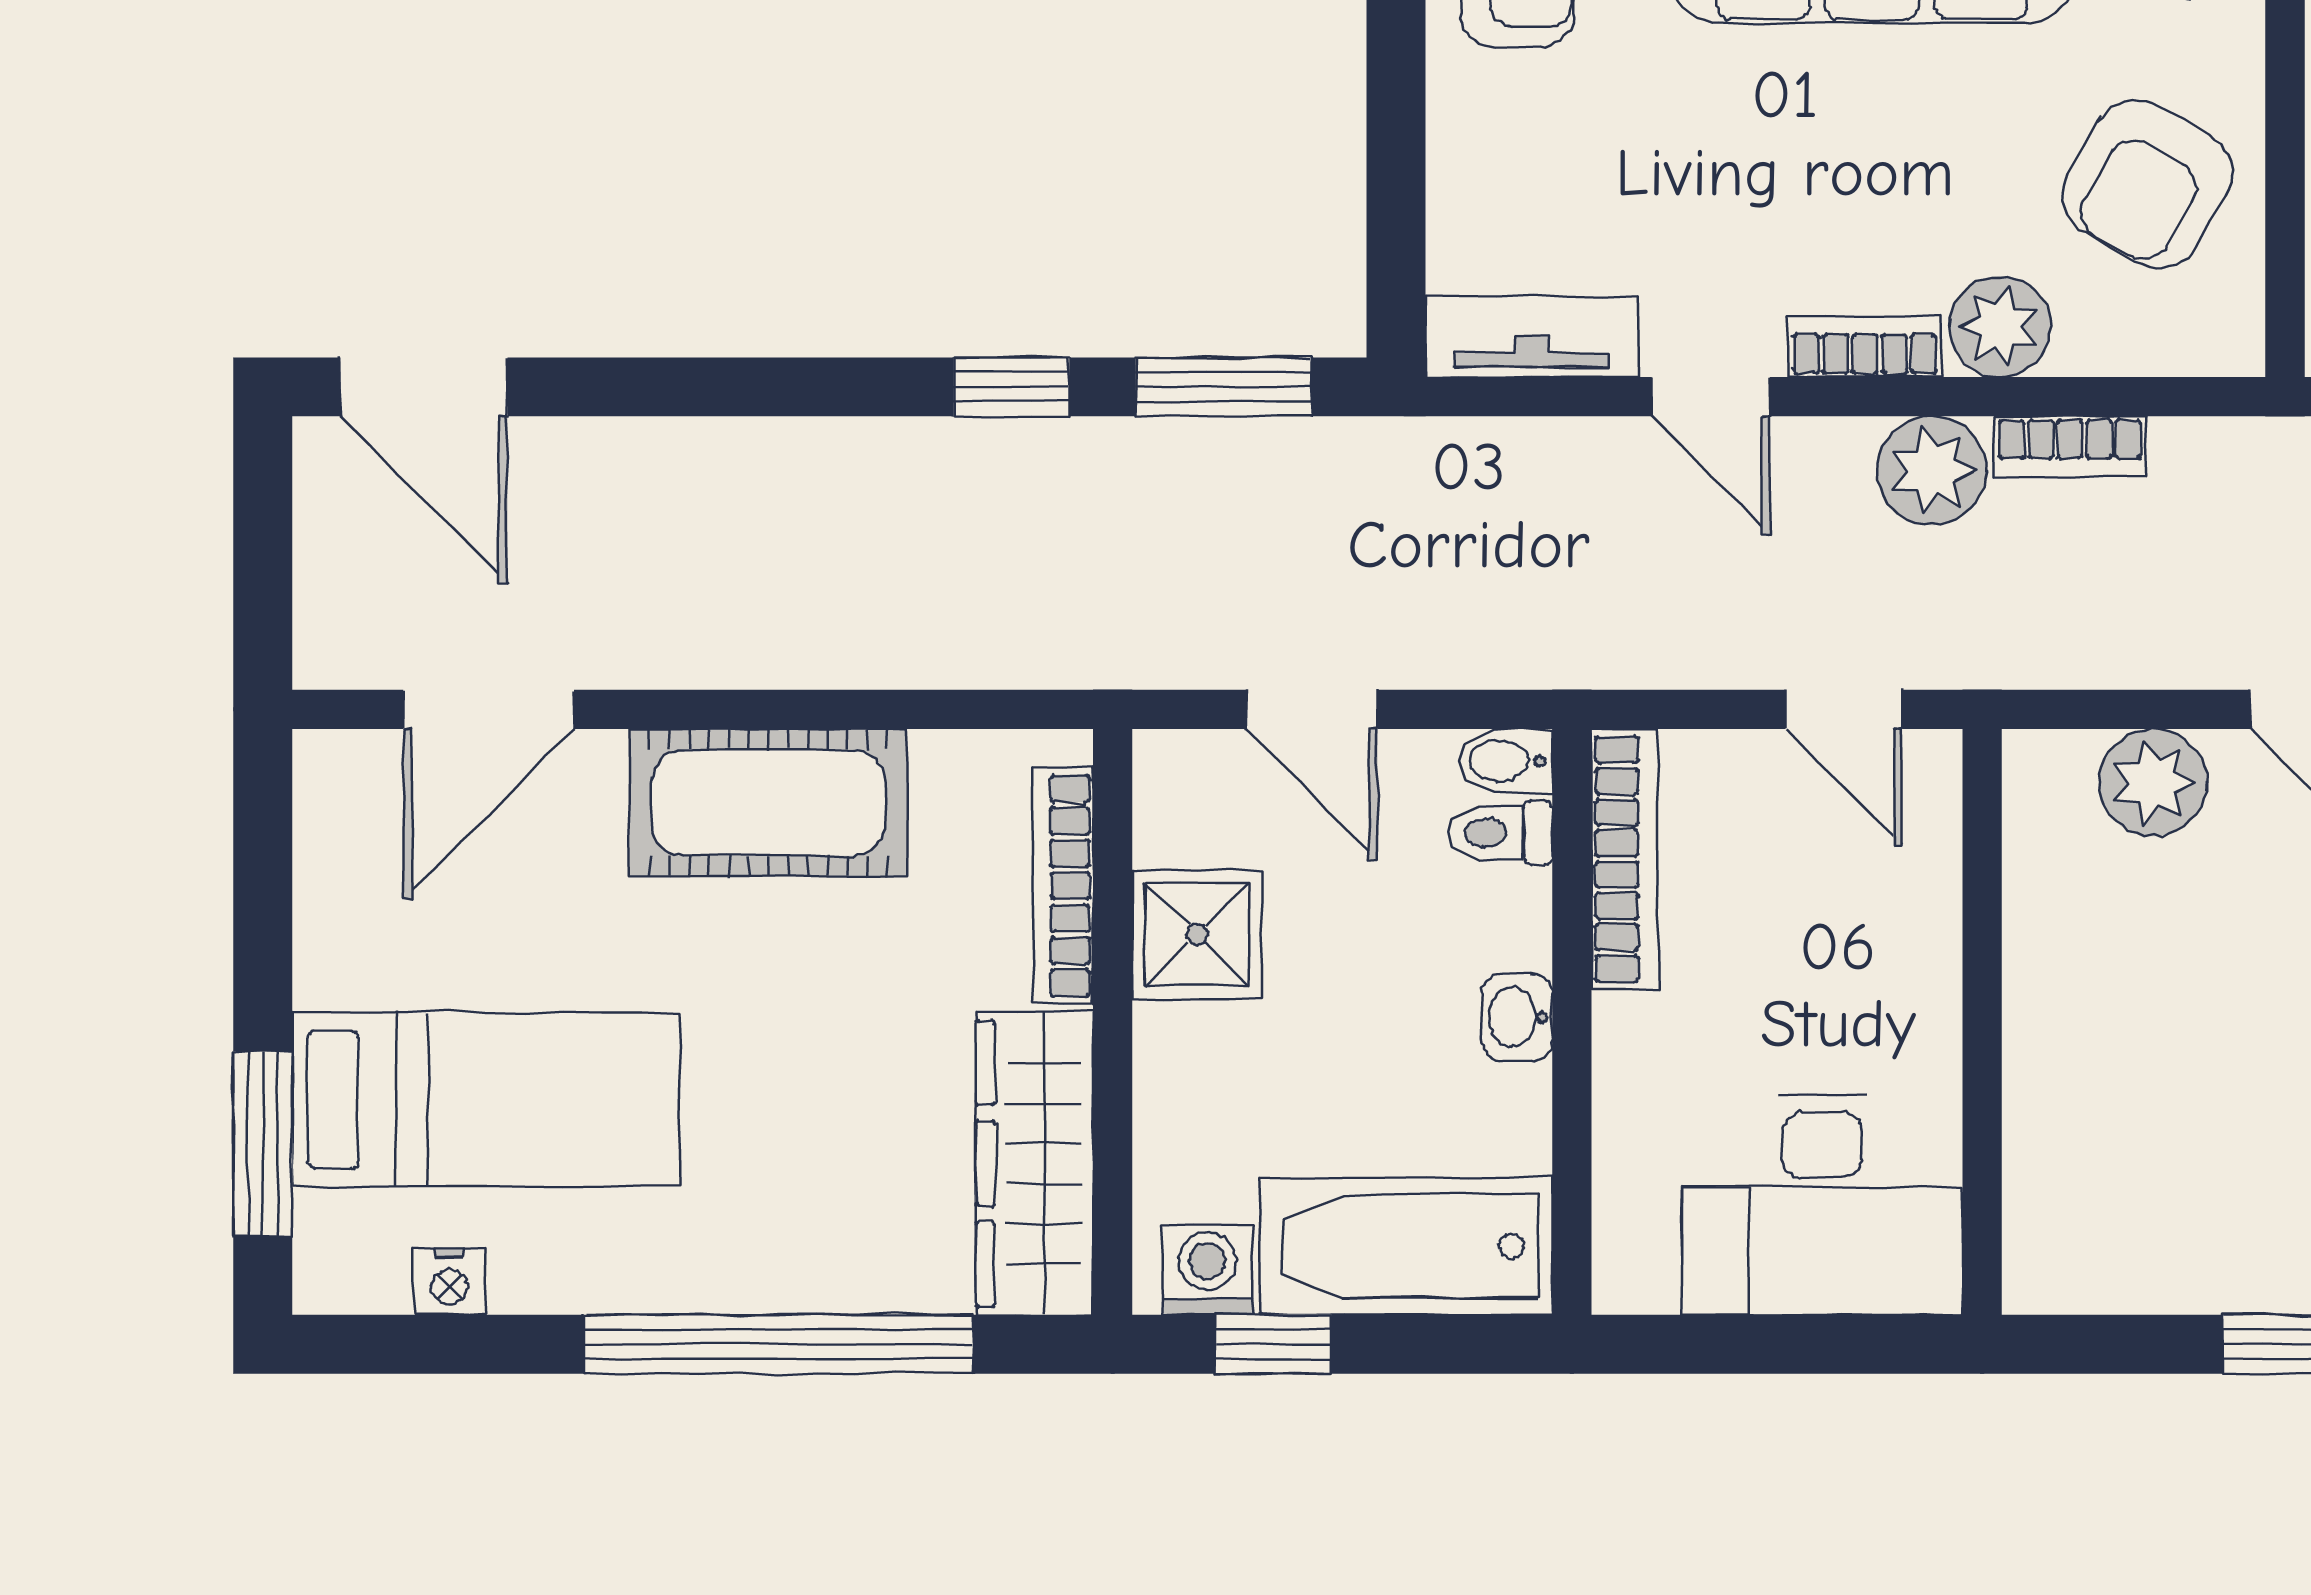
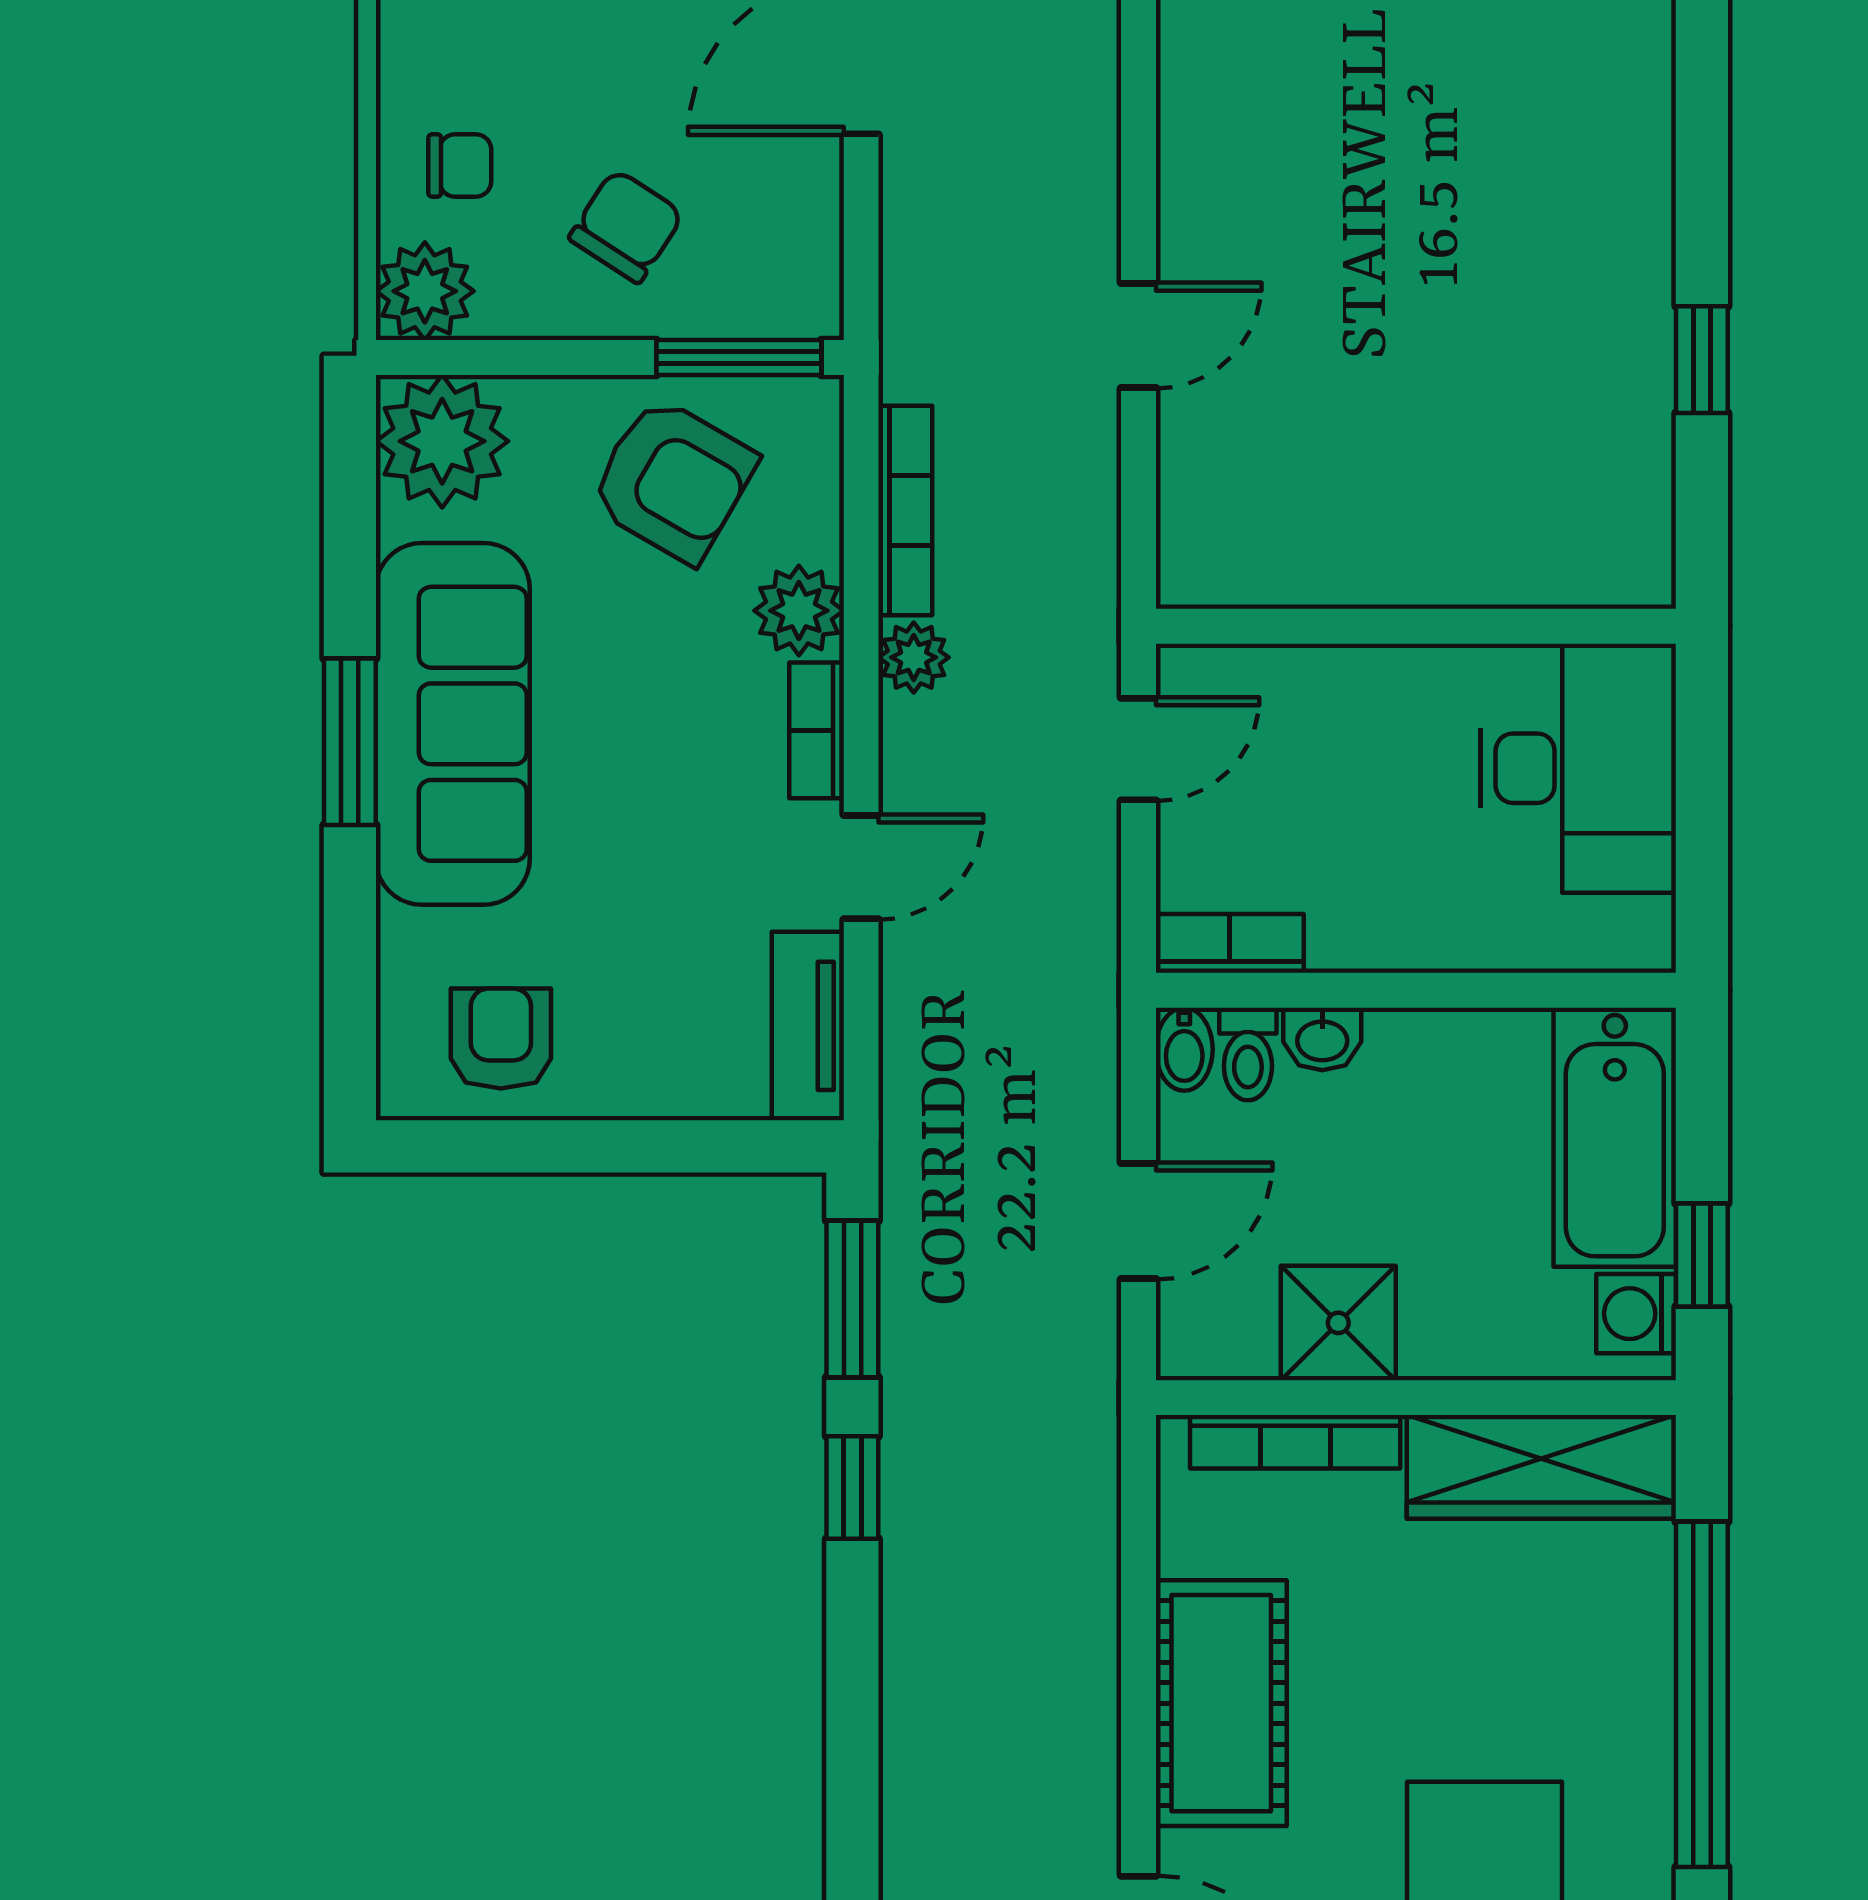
window: (2285, 259) -> (739, 358), added
bookcase: (2070, 446) -> (905, 511), width x1.56
plant: (1932, 471) -> (914, 657), width x0.73, depth x0.73
plant: (2153, 783) -> (1204, 475), removed
bookcase: (1625, 859) -> (1230, 943), width x0.64
washbasin: (1517, 1017) -> (1322, 1039), moved

